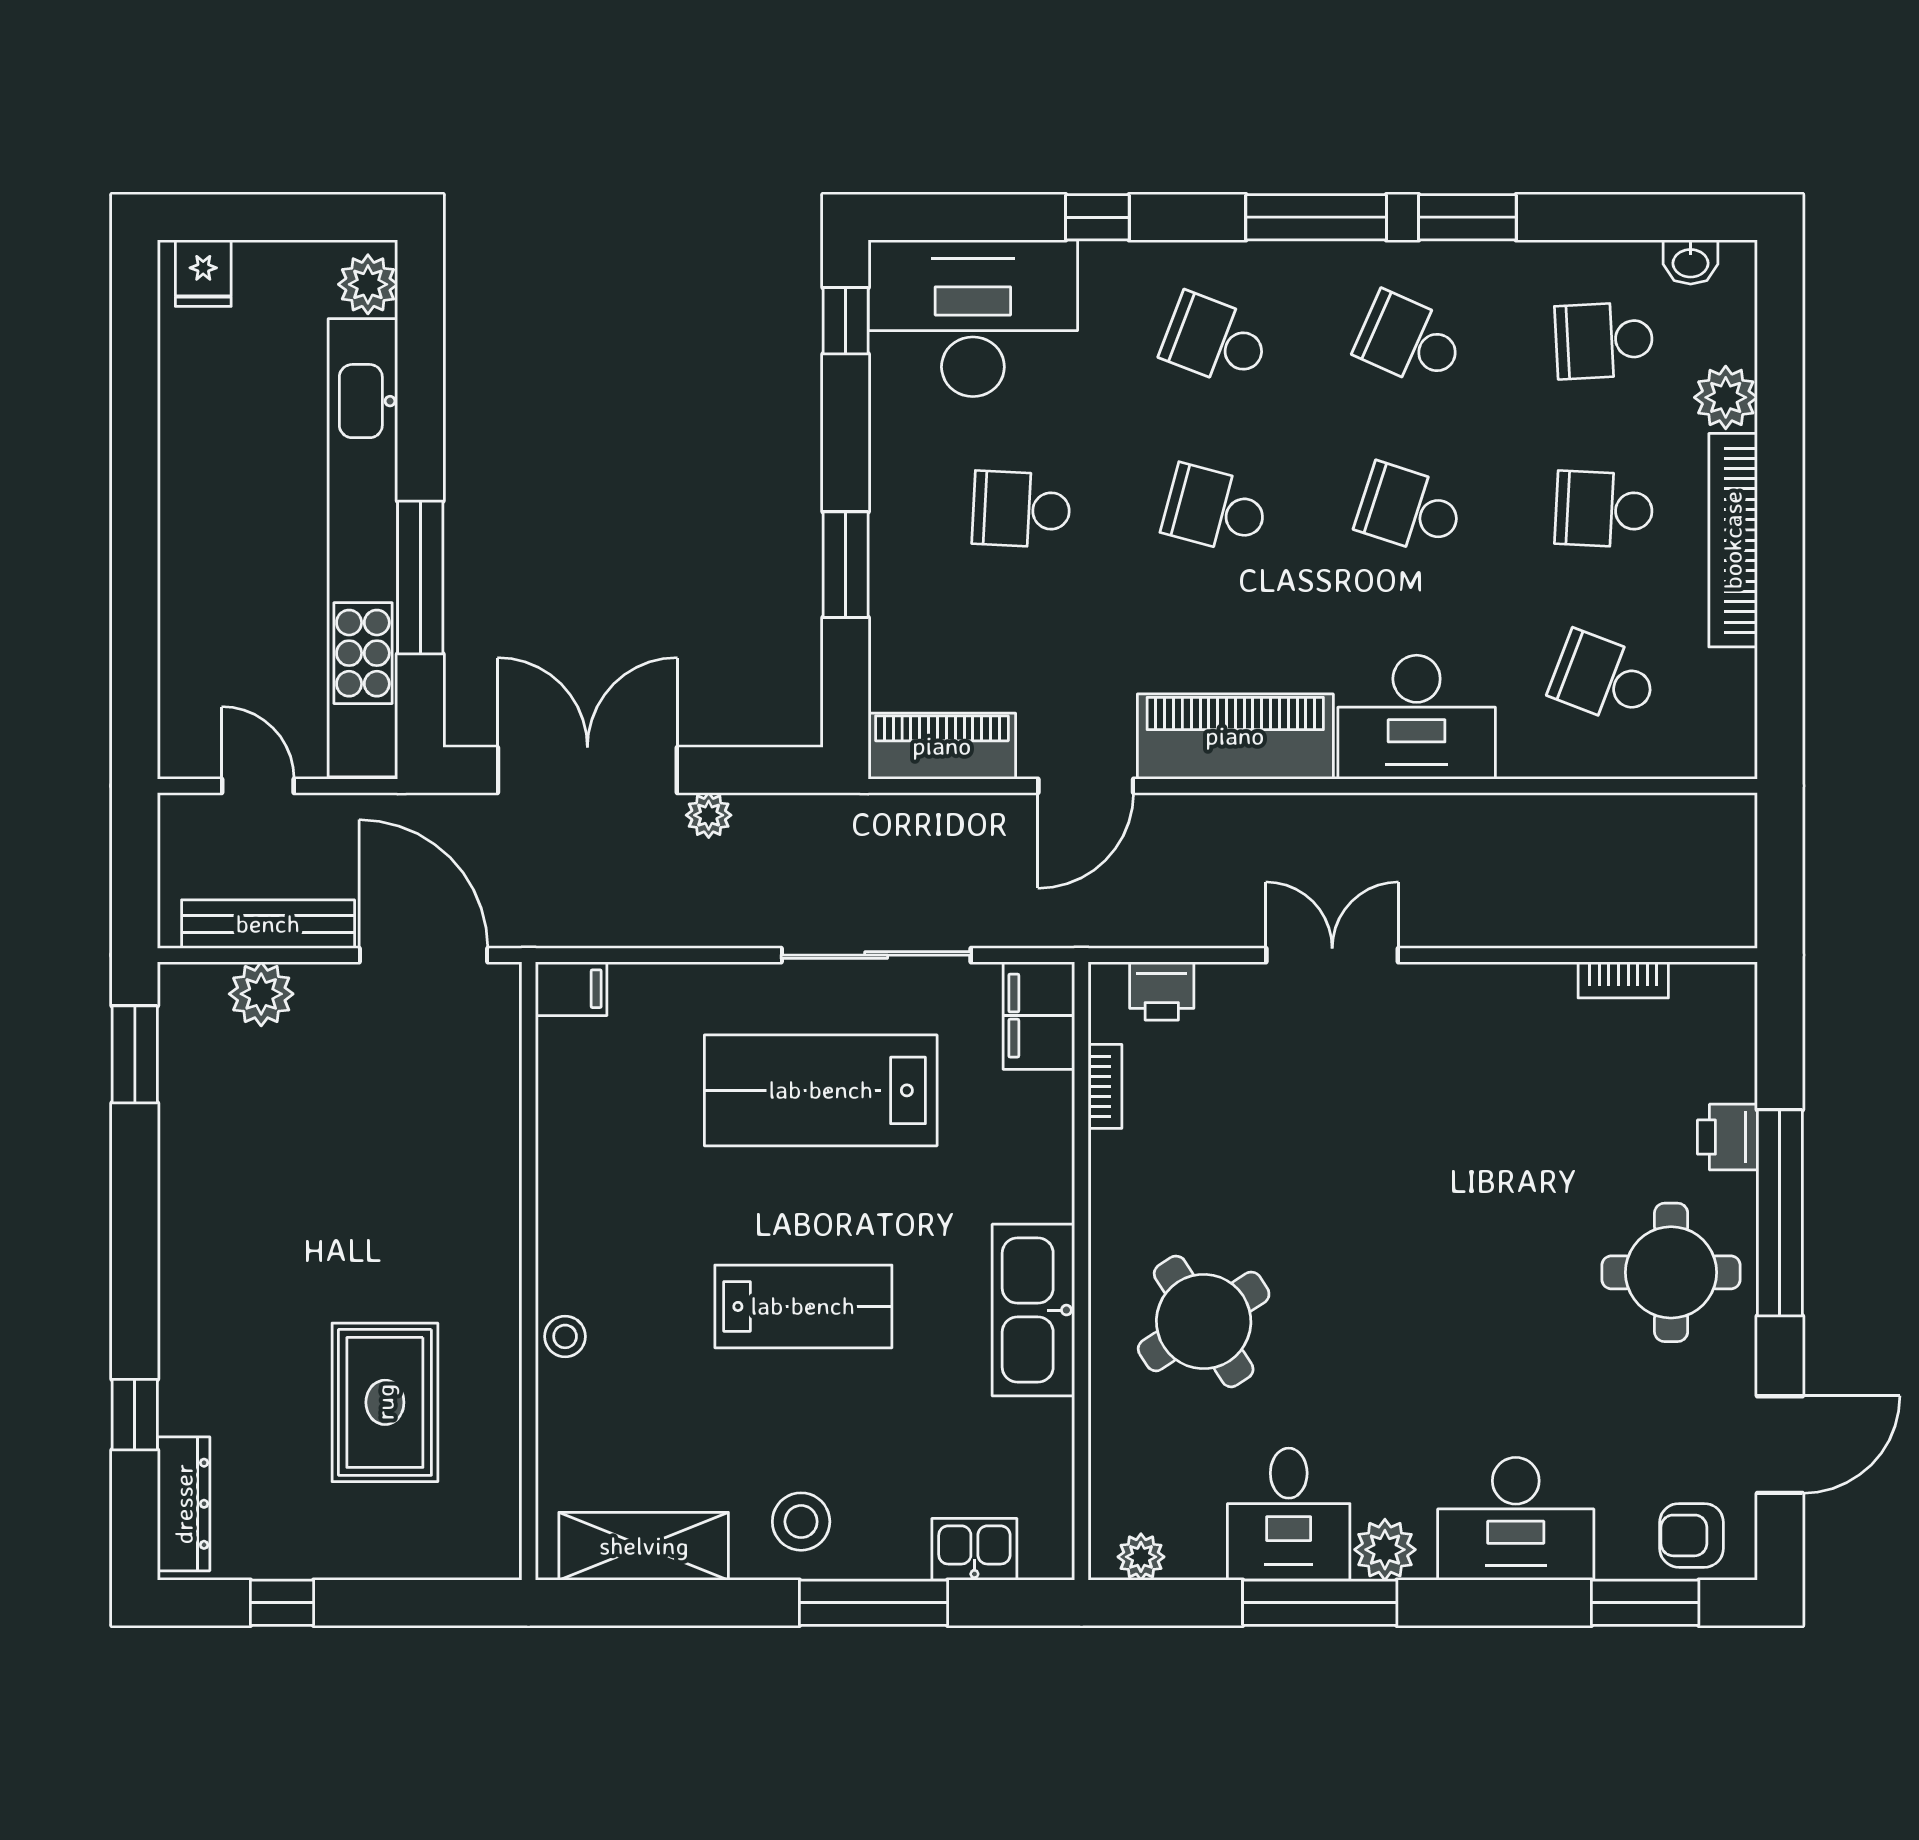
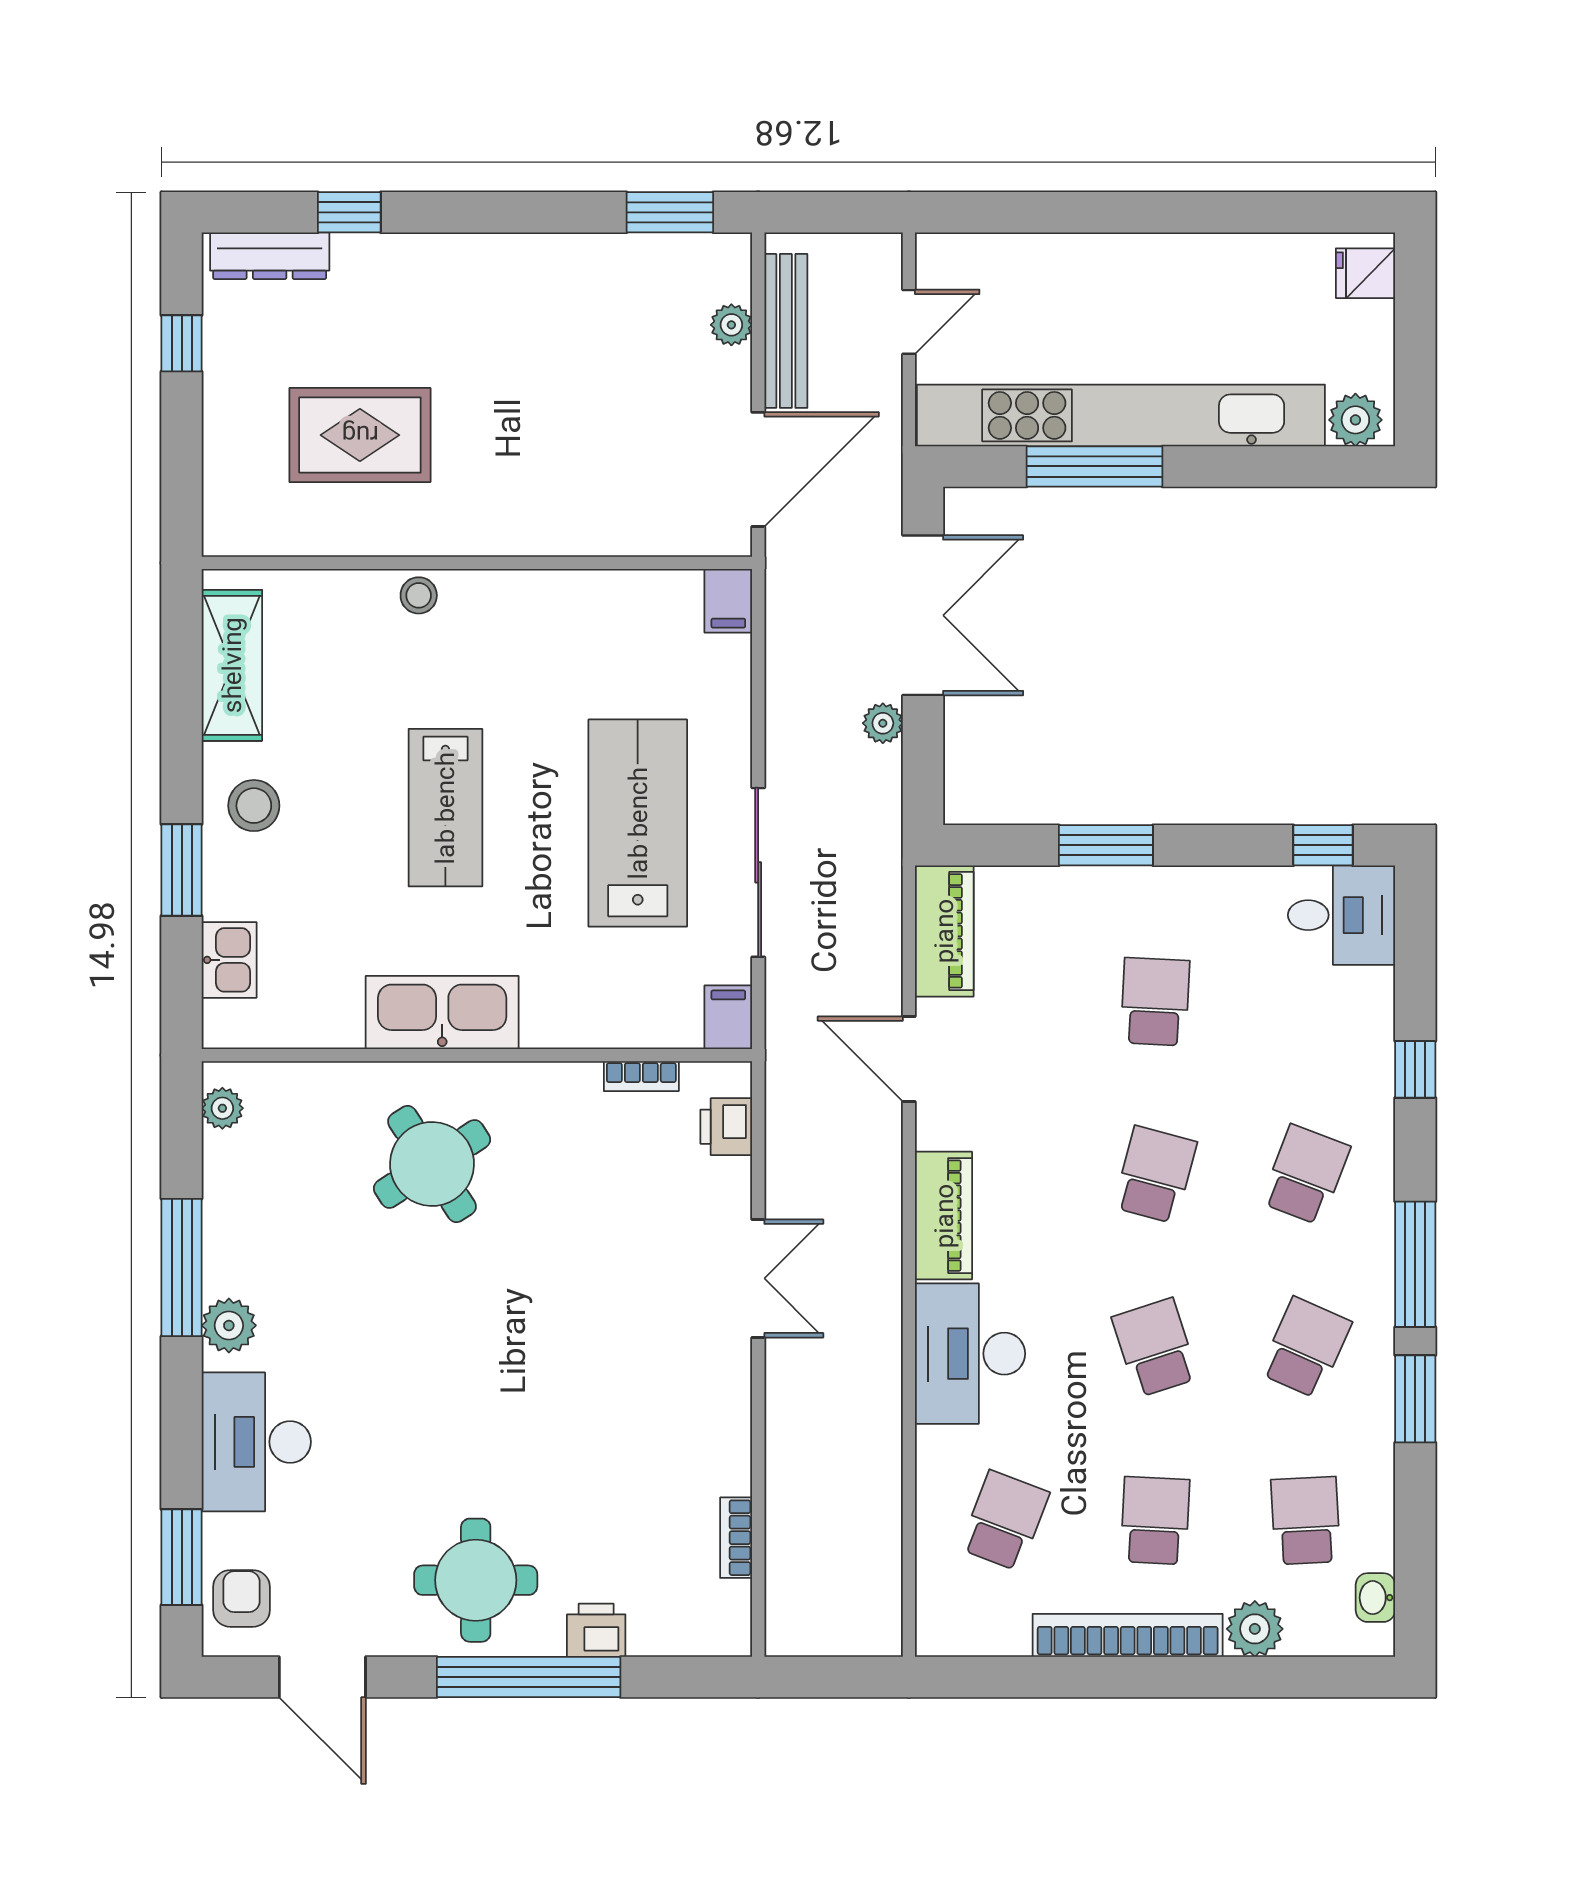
desk: (973, 318) -> (1341, 915), width x0.53, depth x0.77
school desk: (1410, 509) -> (1155, 1348), turned -36
piano: (1235, 736) -> (944, 1216), width x0.73, depth x0.75
plant: (261, 994) -> (731, 325), width x0.73, depth x0.73
filing cabinet: (1039, 1016) -> (728, 1017), width x0.50
desk: (1289, 1514) -> (260, 1240), removed
window: (873, 1603) -> (182, 870), width x0.69

